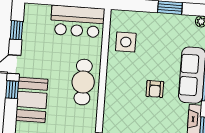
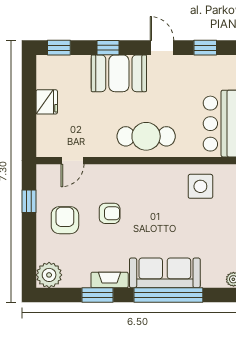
armchair: (155, 89) -> (110, 213), moved, turned 180
window: (12, 90) -> (108, 48), moved

